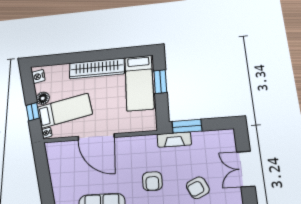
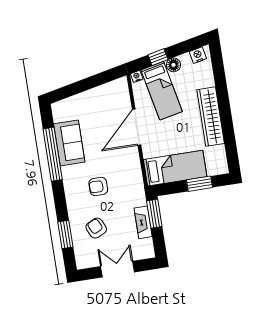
bed: (139, 83) -> (175, 168), moved, turned 180
fireplace: (174, 140) -> (143, 222), moved

